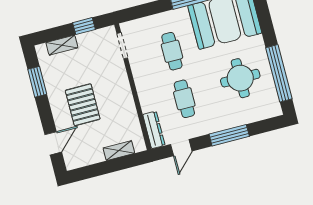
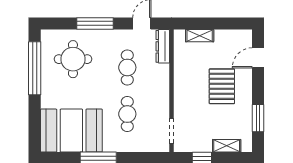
round table: (240, 78) -> (73, 59), moved

